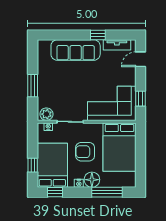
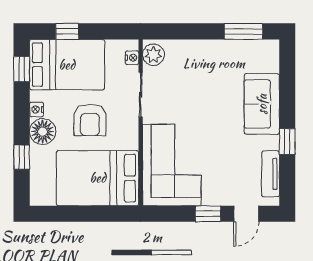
sofa: (76, 50) -> (262, 104), width x0.73
door: (141, 59) -> (246, 214), swing flipped
window: (33, 86) -> (243, 31), moved
window: (141, 99) -> (208, 214), moved
armchair: (85, 152) -> (90, 120), turned 180
window: (107, 192) -> (22, 157), width x0.46

